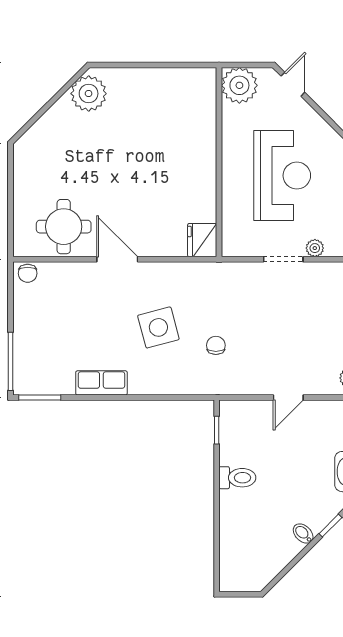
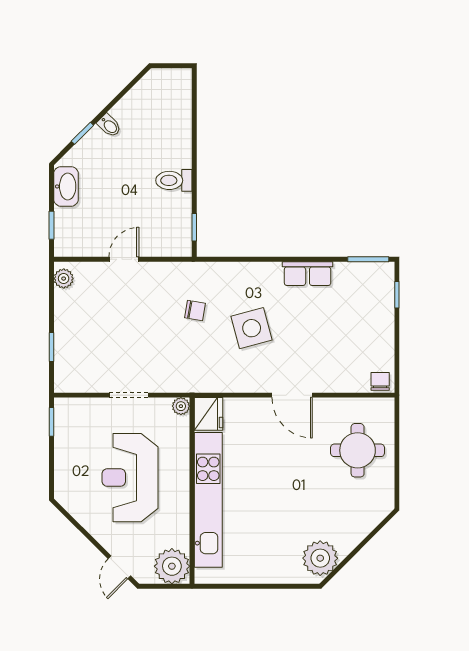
kitchen unit: (202, 153) -> (208, 500), added
round table: (64, 227) -> (358, 450), moved
plant: (315, 248) -> (181, 406), moved
chair: (216, 345) -> (195, 310), turned -80
window: (11, 361) -> (397, 295), width x0.46

